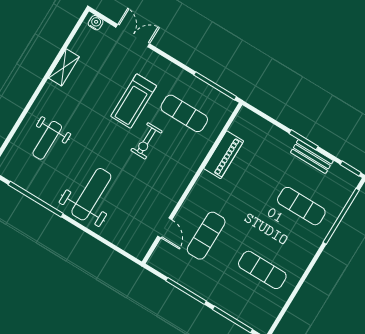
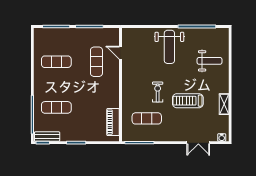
treadmill: (134, 101) -> (188, 101), moved, turned -90
weight bench: (47, 140) -> (209, 61), turned 90
piano: (224, 155) -> (113, 122), moved
bench: (312, 157) -> (47, 137), moved

